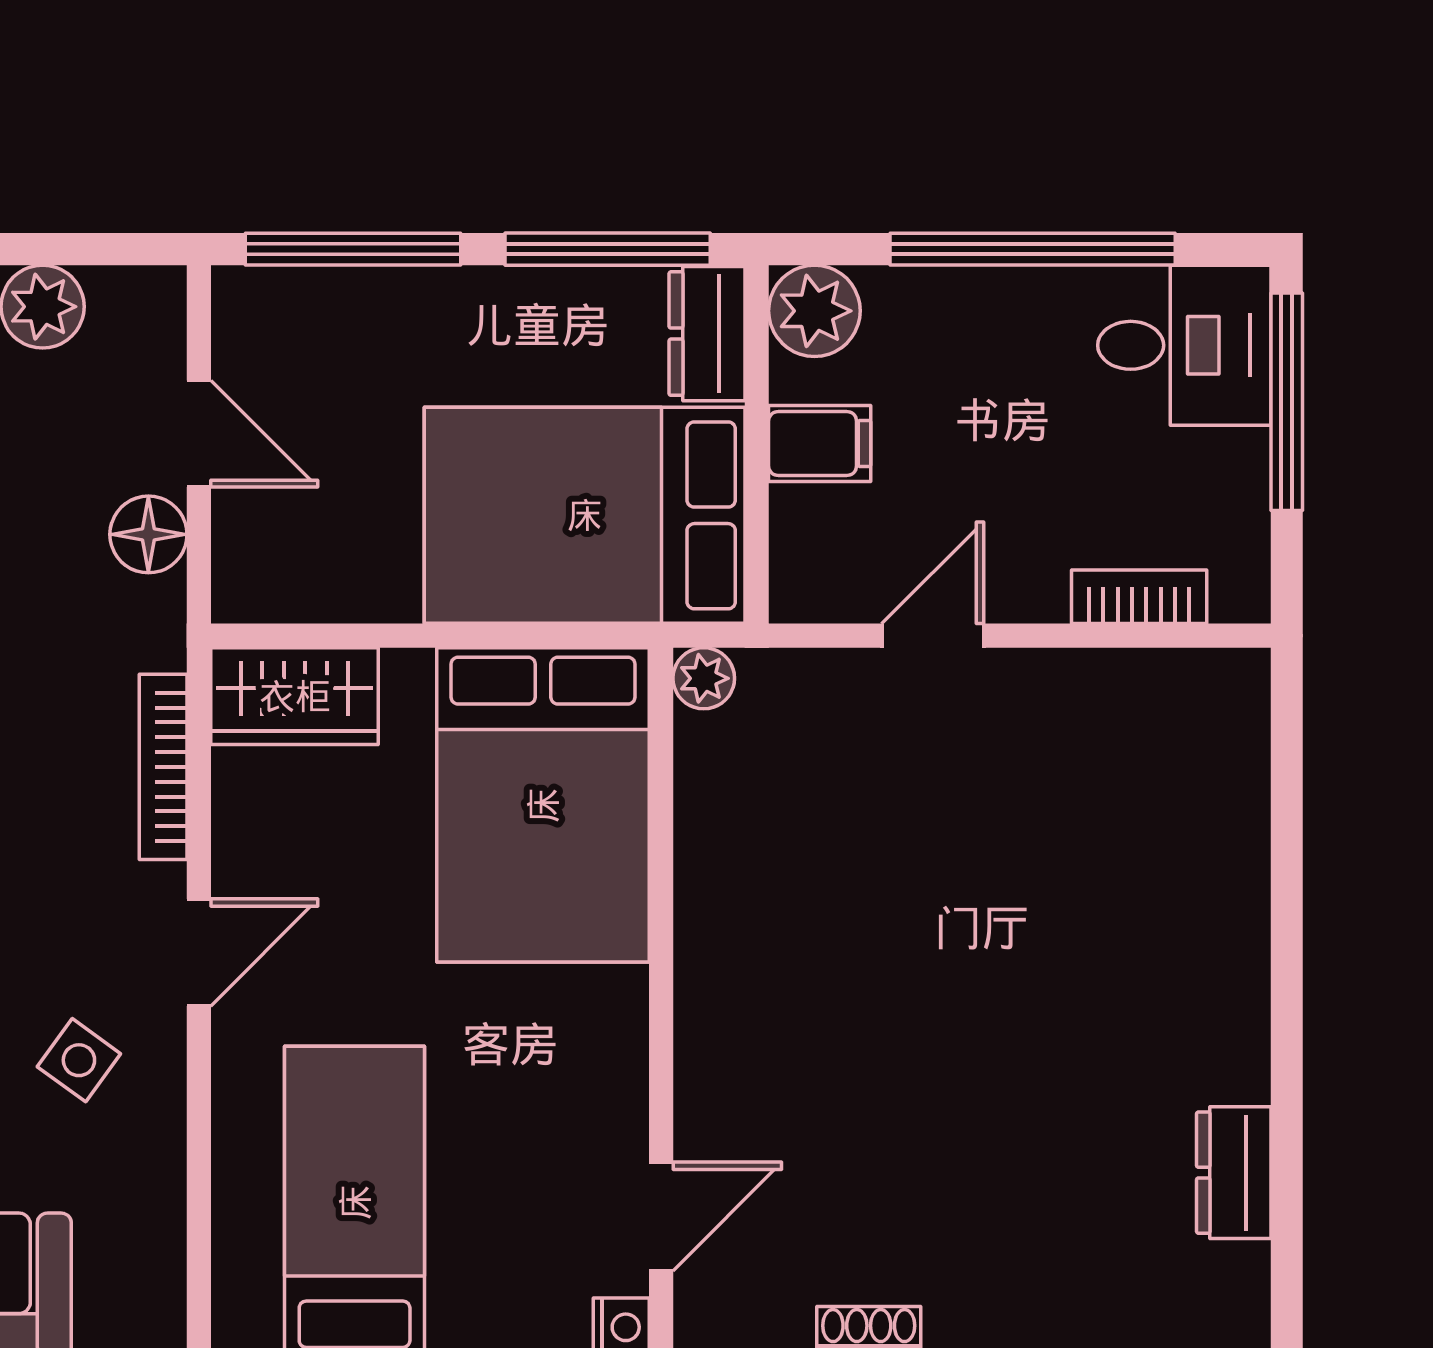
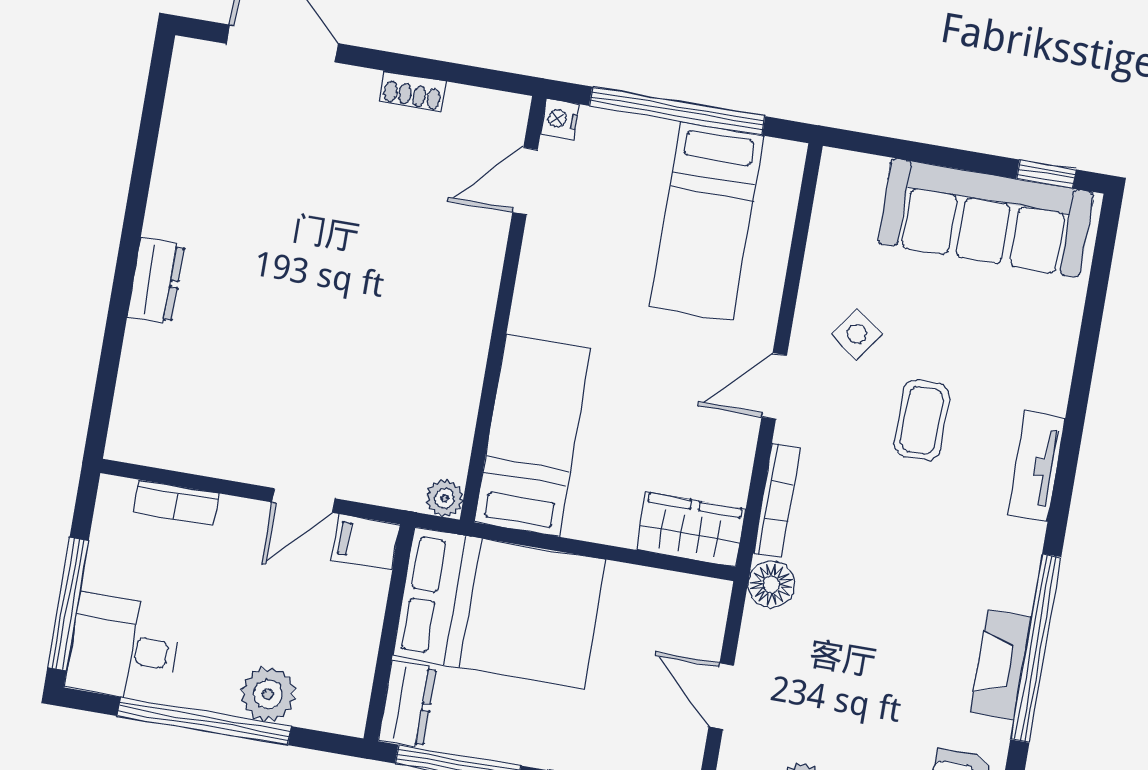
plant: (814, 311) -> (268, 694), moved
filing cabinet: (820, 444) -> (366, 542), moved
floor lamp: (148, 534) -> (771, 584), moved
bed: (543, 805) -> (532, 435), width x0.67
dresser: (1234, 1173) -> (156, 281), moved

